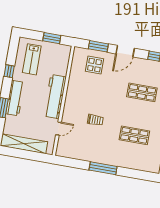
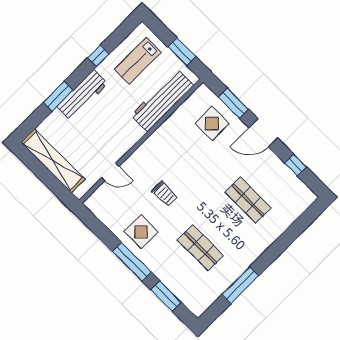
workbench: (55, 97) -> (162, 100), moved
display table: (97, 149) -> (141, 232), added
window: (134, 174) -> (166, 296), added

